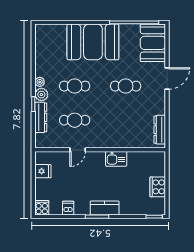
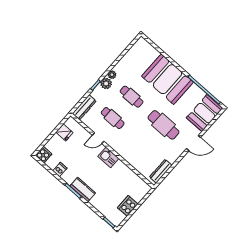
cafe table: (126, 86) -> (163, 125), width x1.37, depth x1.35
dresser: (41, 117) -> (84, 107), moved
kitchen sink: (116, 159) -> (108, 157), moved

